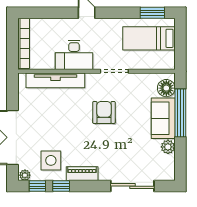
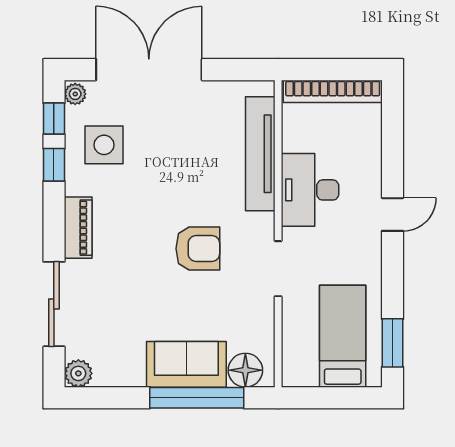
plant: (168, 147) -> (78, 373), moved
piano: (82, 174) -> (78, 228), moved

